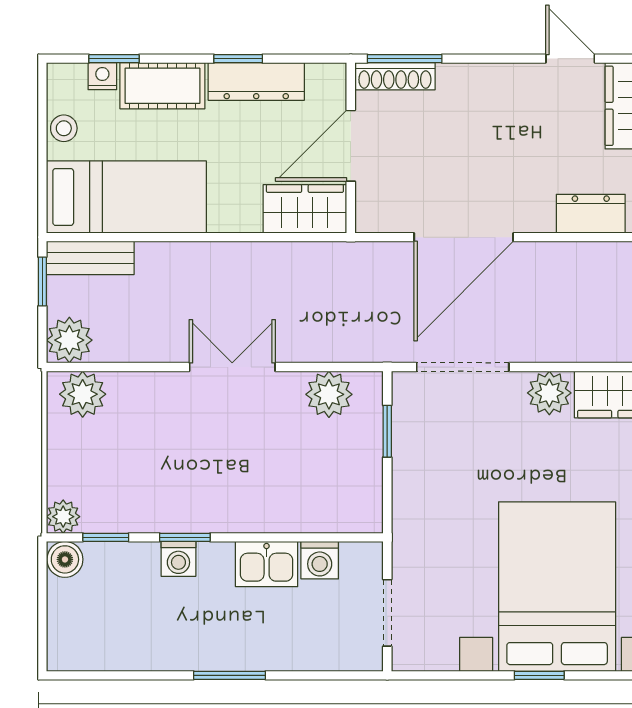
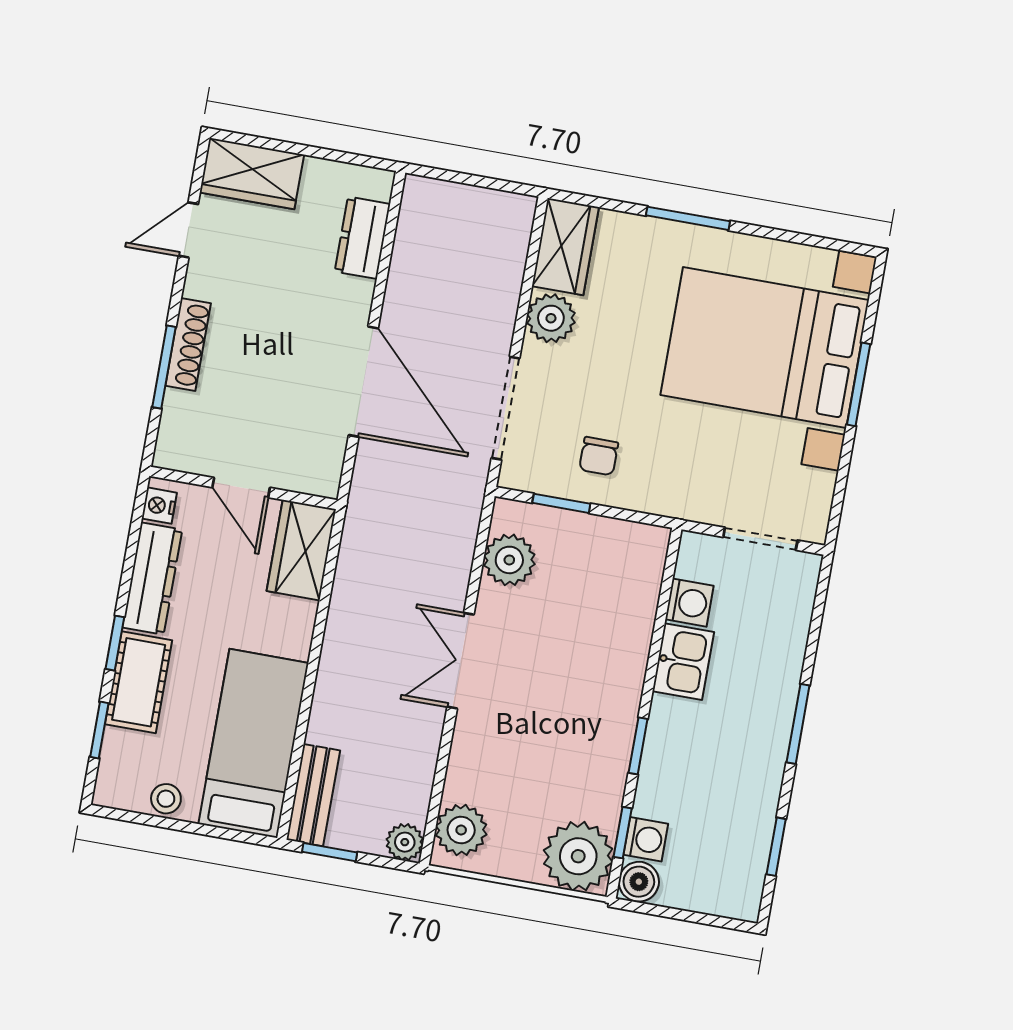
window: (238, 59) -> (115, 643), moved
window: (405, 59) -> (164, 367), moved
nightstand: (102, 76) -> (159, 506), moved
shoe rack: (395, 76) -> (188, 344), moved
door: (351, 146) -> (241, 488), width x0.73
plant: (69, 340) -> (405, 842), width x0.73, depth x0.73
chair: (435, 457) -> (599, 456), added
plant: (63, 517) -> (578, 856), width x1.88, depth x1.88
washing machine: (178, 559) -> (646, 839), moved
window: (117, 675) -> (776, 847), added
window: (539, 675) -> (859, 384), width x1.50

